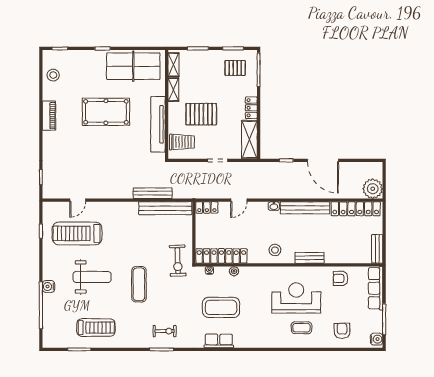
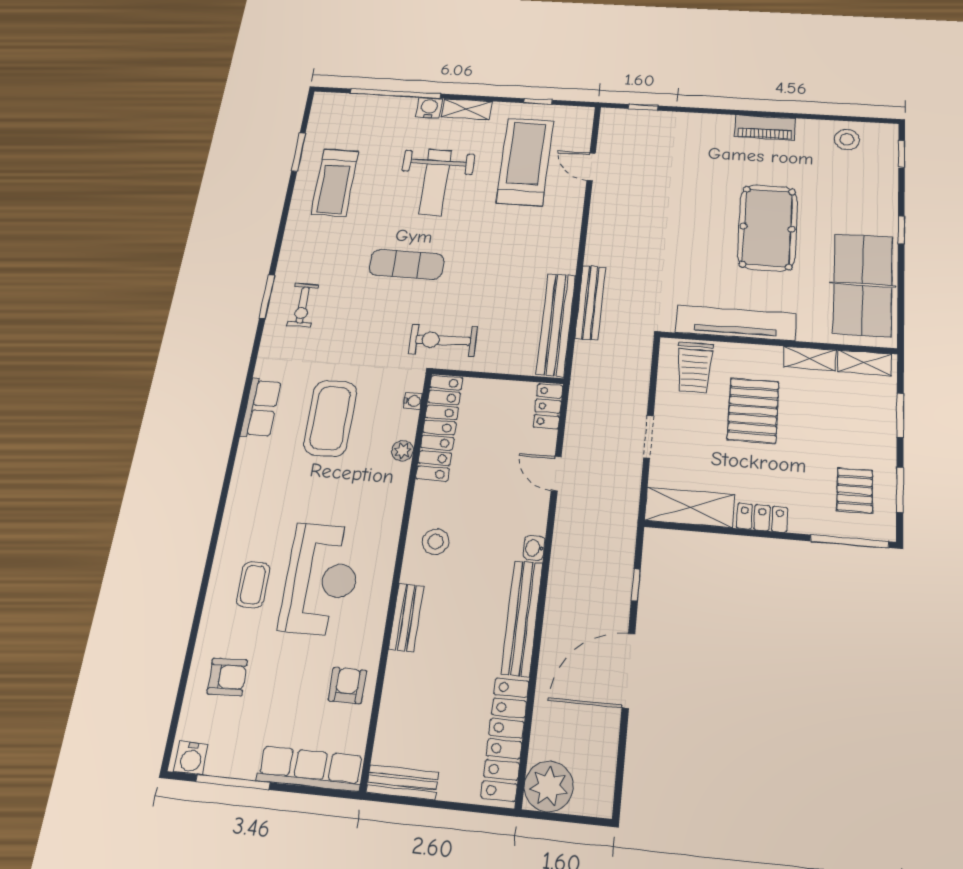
shelving: (48, 267) -> (467, 109), added

